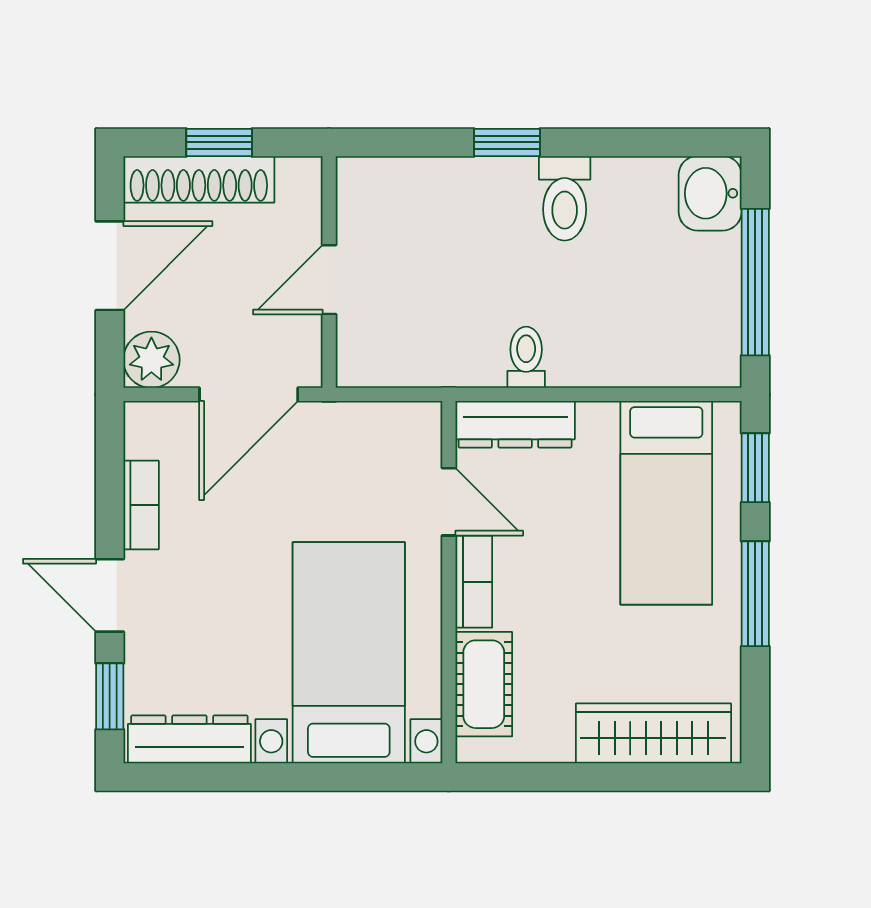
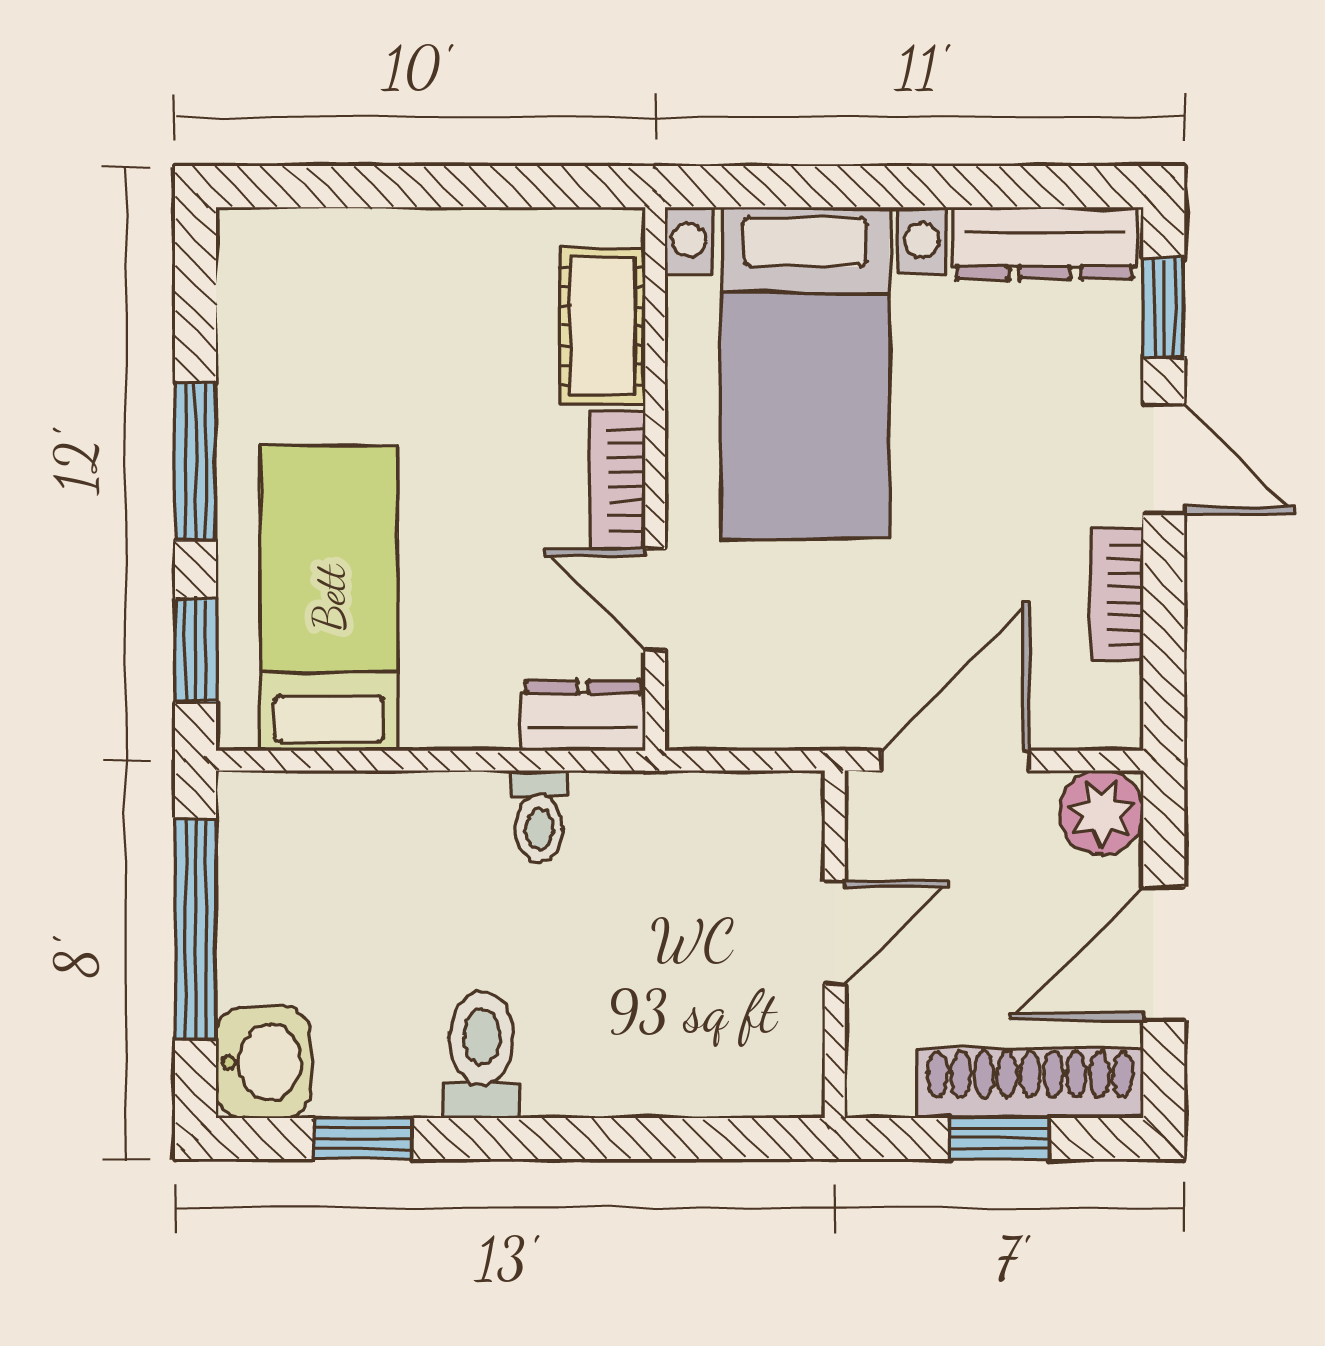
window: (507, 142) -> (363, 1139), moved
dresser: (515, 424) -> (583, 716), width x0.70
wardrobe: (653, 733) -> (348, 252), removed

